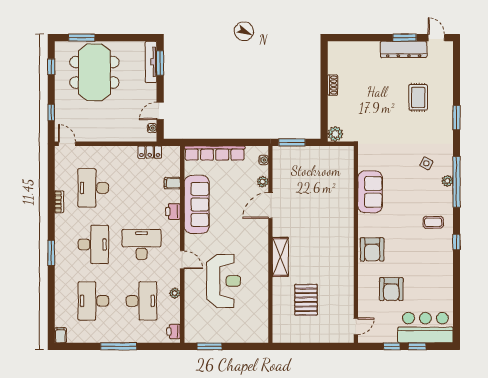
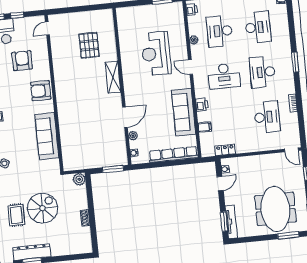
spiral stairs: (385, 103) -> (43, 208), added
sofa: (370, 192) -> (47, 136), width x1.36
armchair: (372, 249) -> (41, 91), turned -90

